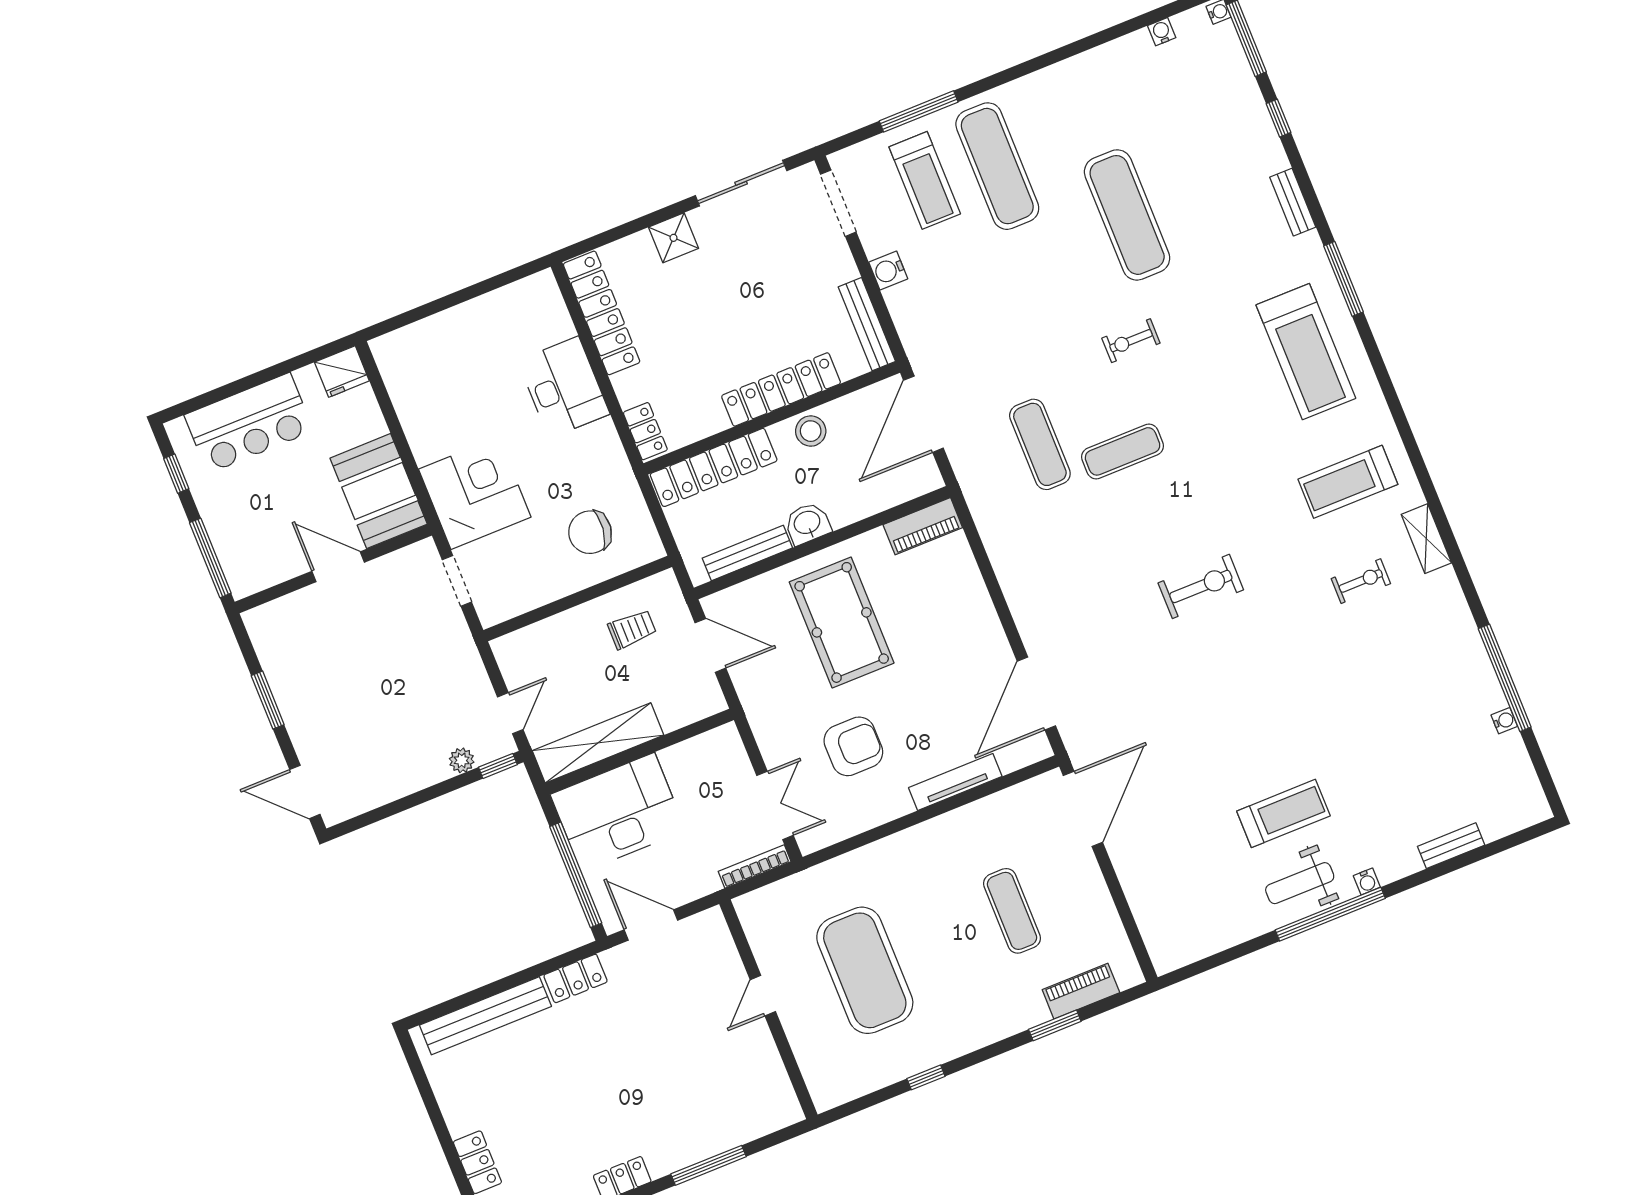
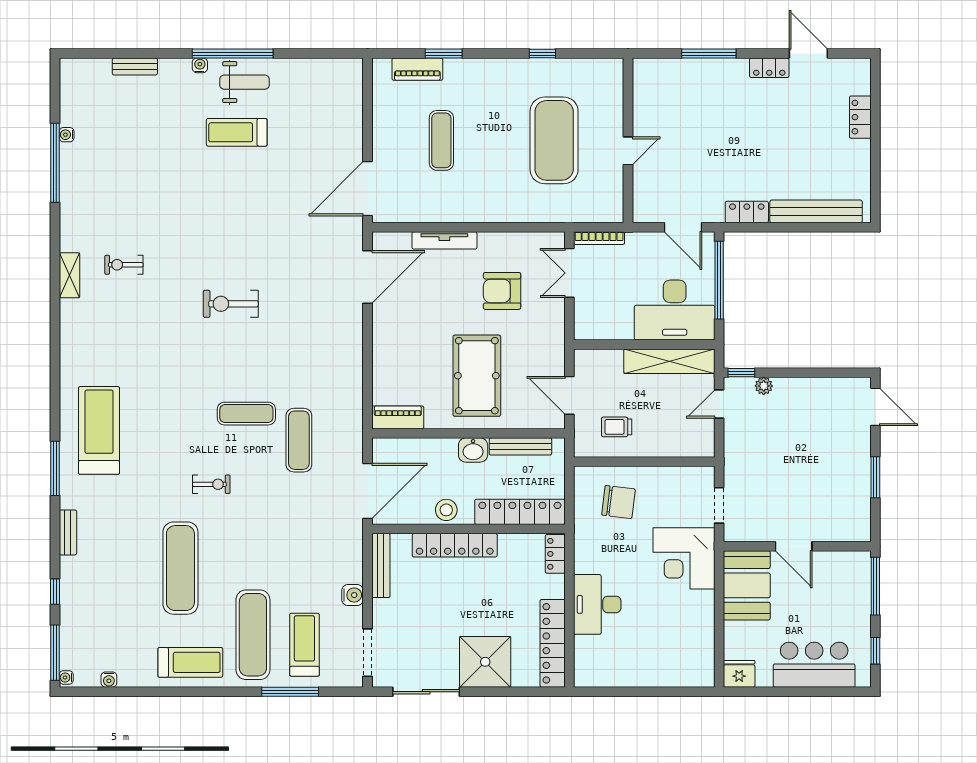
shower: (674, 238) -> (485, 662), width x1.86, depth x1.86
treadmill: (1348, 482) -> (190, 662), moved

